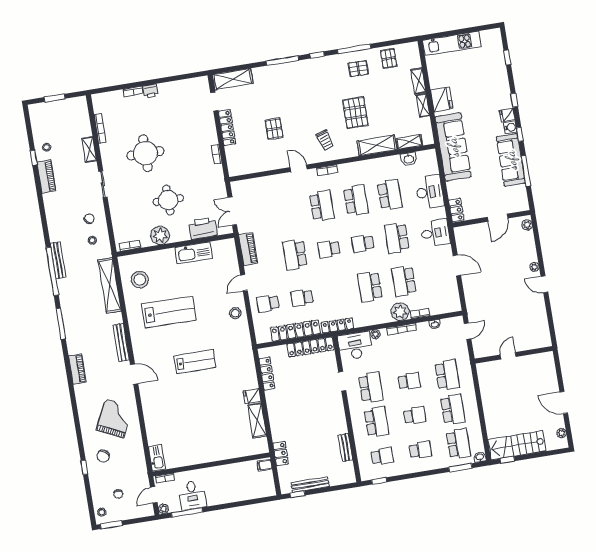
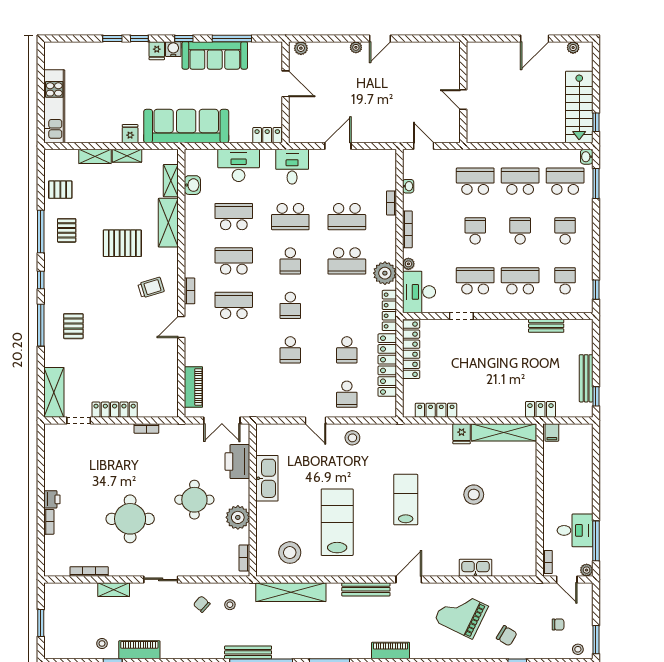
window: (507, 58) -> (112, 38), moved
fridge: (442, 99) -> (130, 134), width x0.53, depth x0.75
pallet: (274, 129) -> (73, 326), moved, turned 90
piano: (248, 249) -> (193, 387), moved, turned 90
school desk: (295, 255) -> (290, 350), width x0.54
plant: (400, 312) -> (385, 273), moved
stool: (207, 413) -> (474, 495), added
shelving: (257, 420) -> (504, 432), width x1.47
kitchen sink: (157, 458) -> (475, 568), moved

